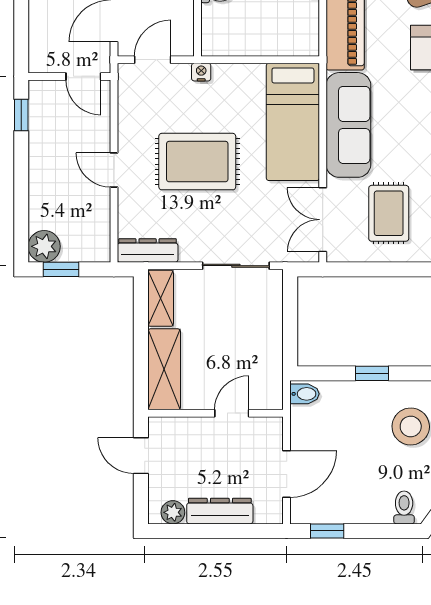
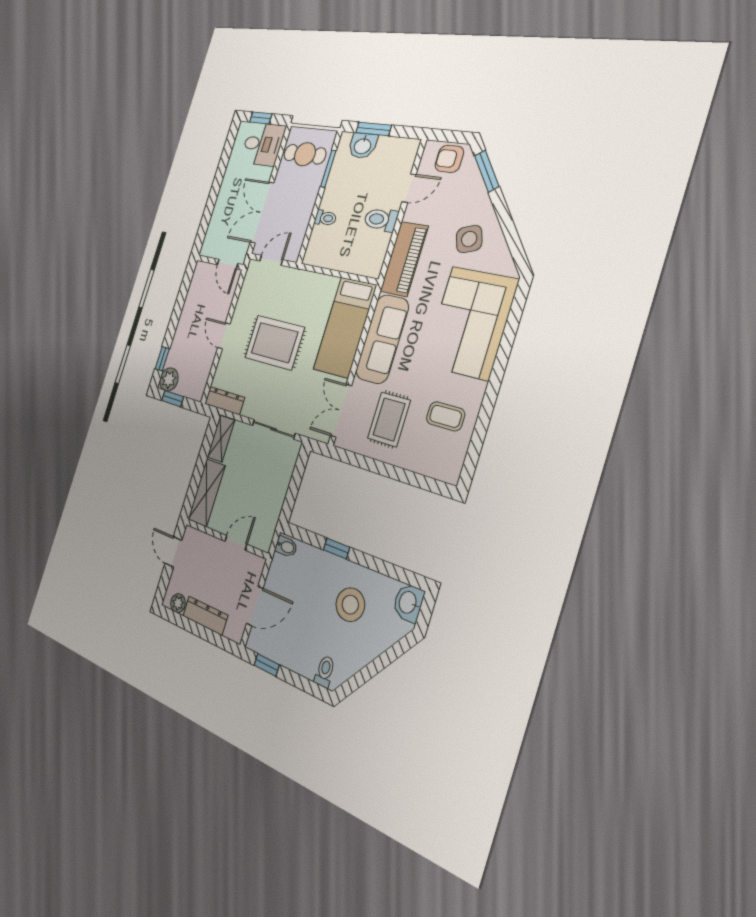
nightstand: (201, 72) -> (298, 276), removed
window: (21, 115) -> (162, 359), moved

